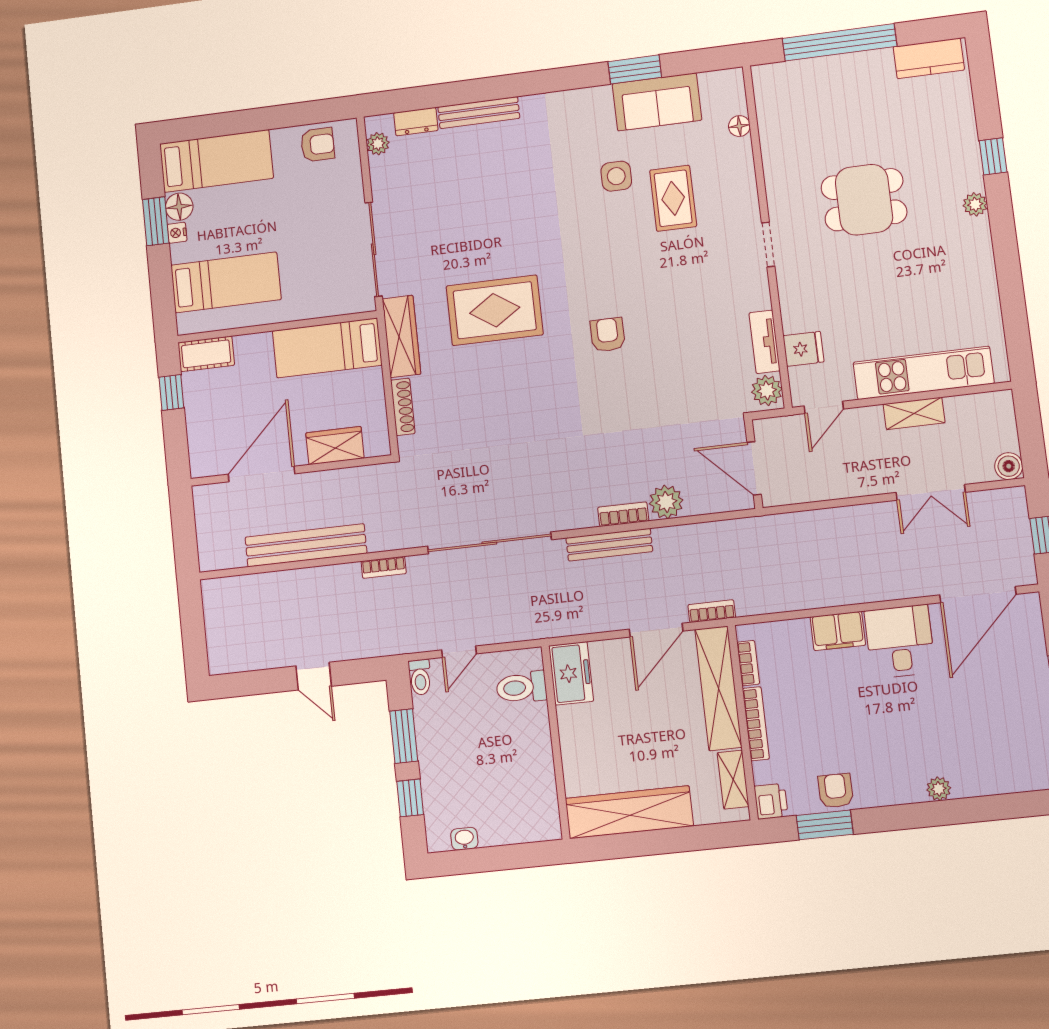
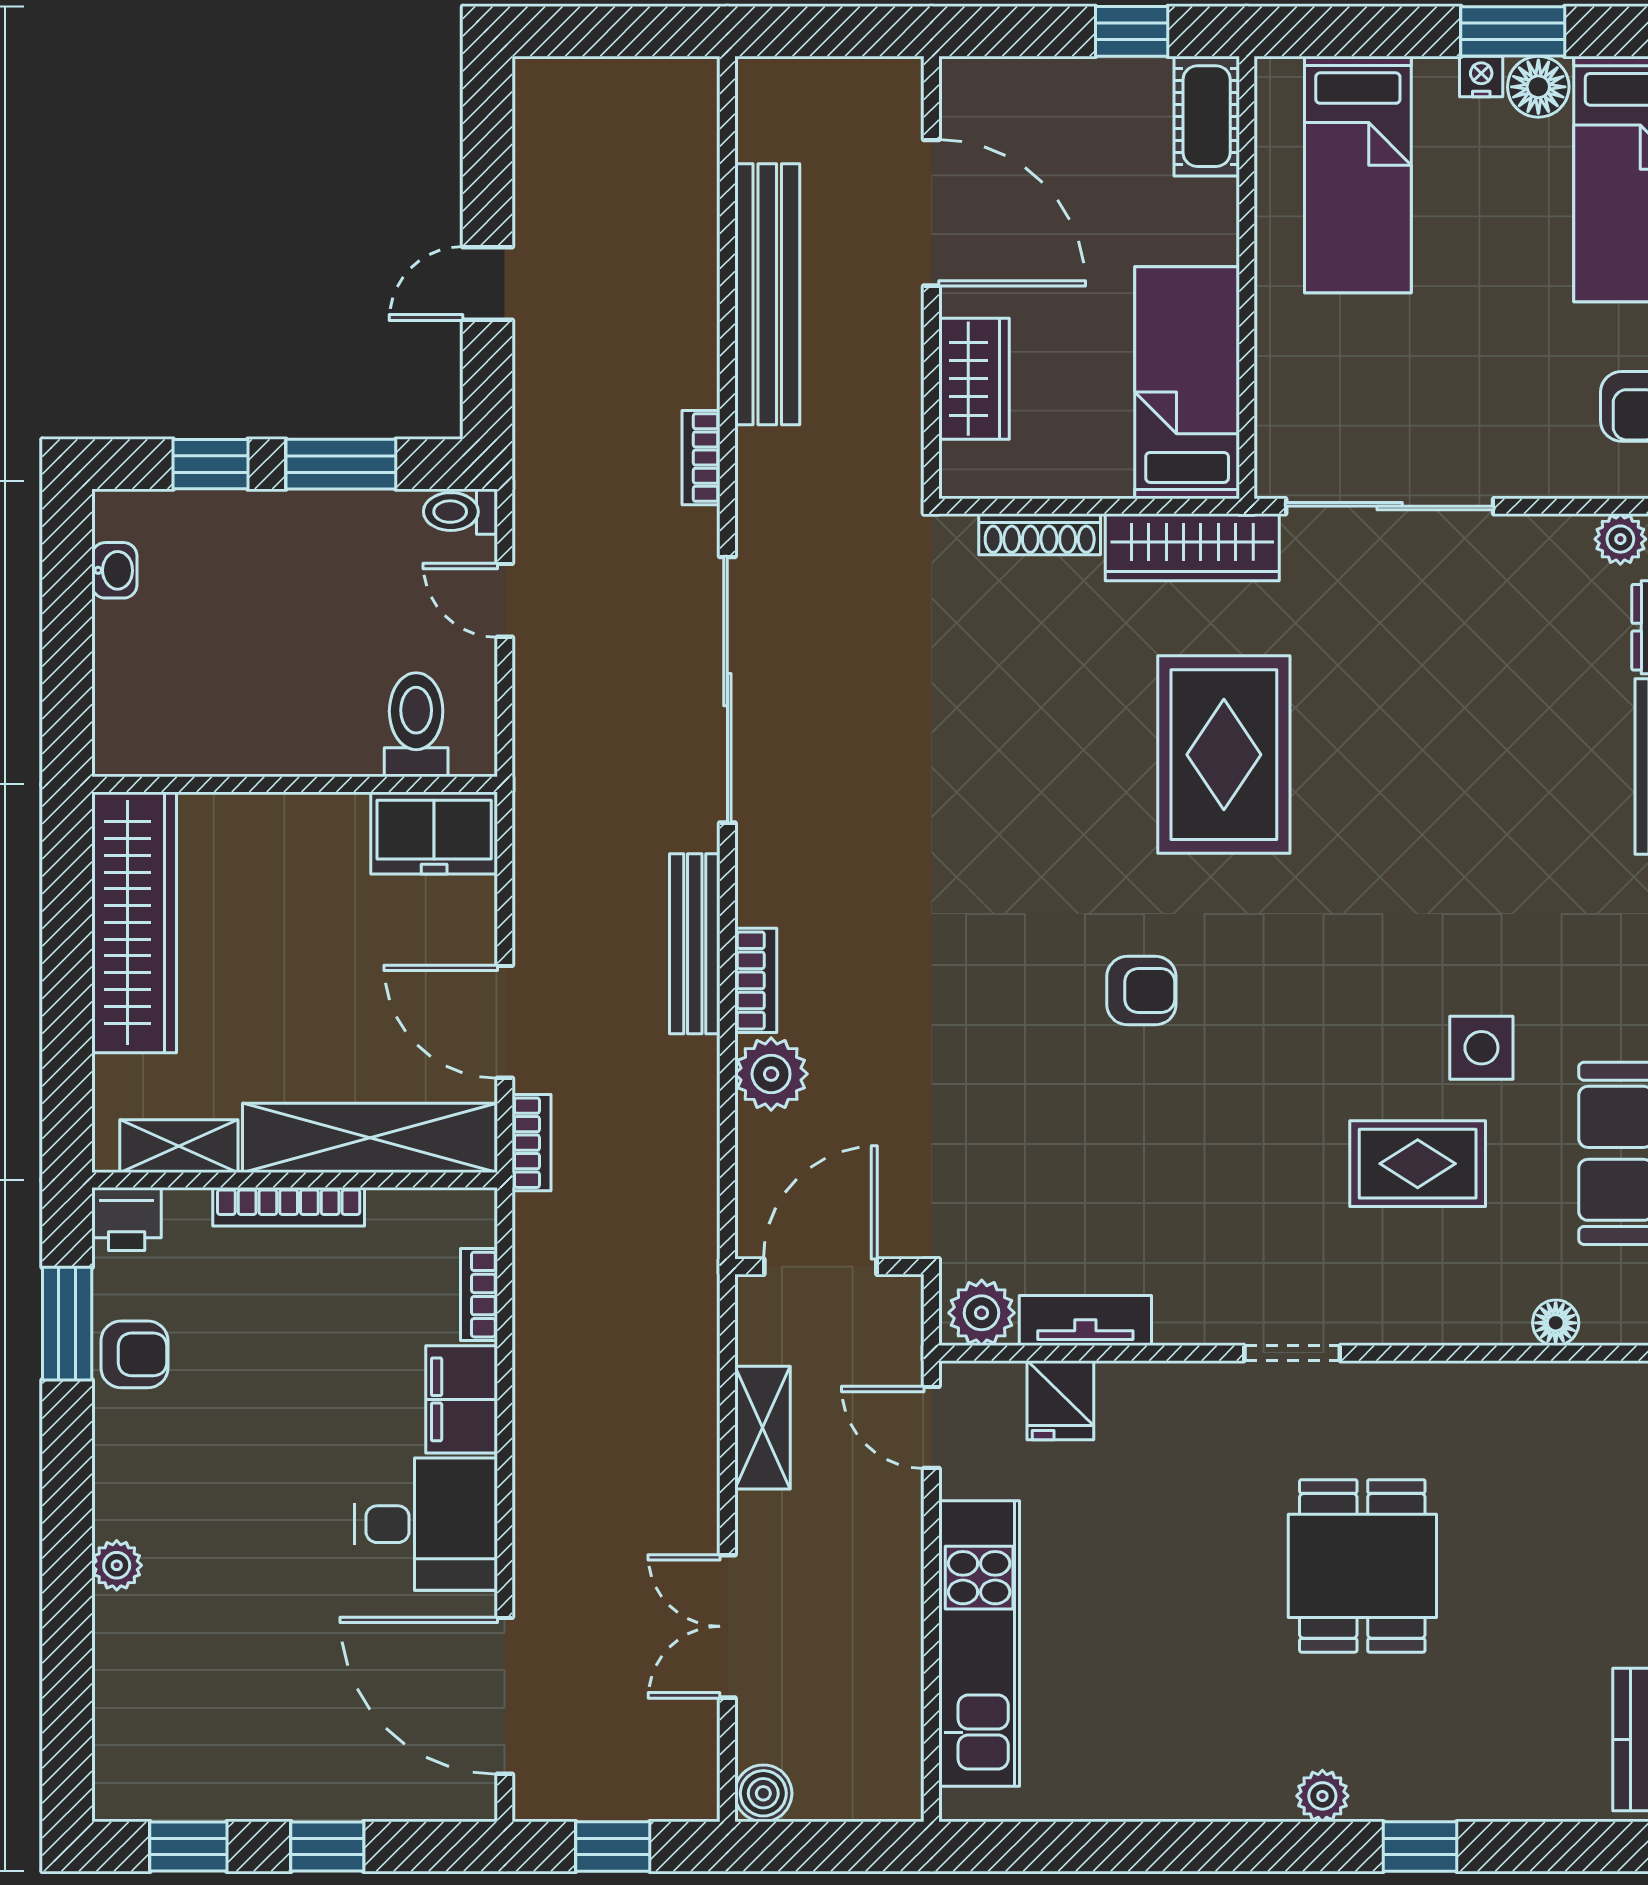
shelving: (914, 413) -> (762, 1428), moved
bookcase: (748, 663) -> (479, 1295), moved, turned 90

